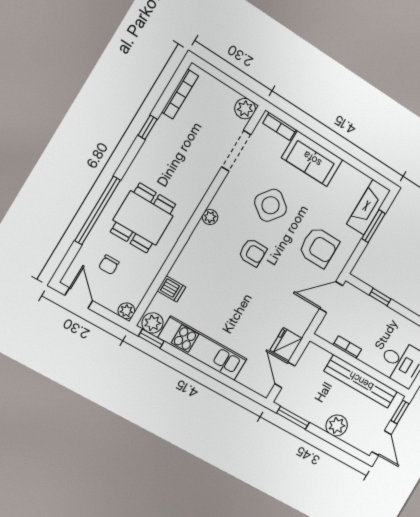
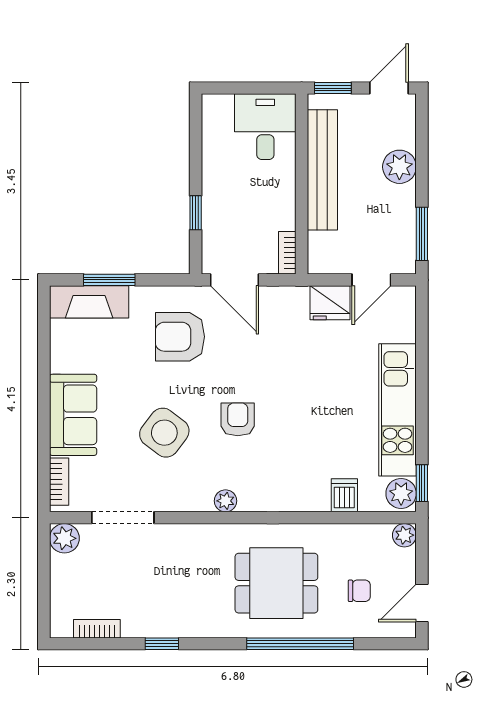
bookcase: (180, 94) -> (97, 629), width x0.64
armchair: (319, 247) -> (180, 337), turned -90
bookcase: (347, 347) -> (287, 253), moved

